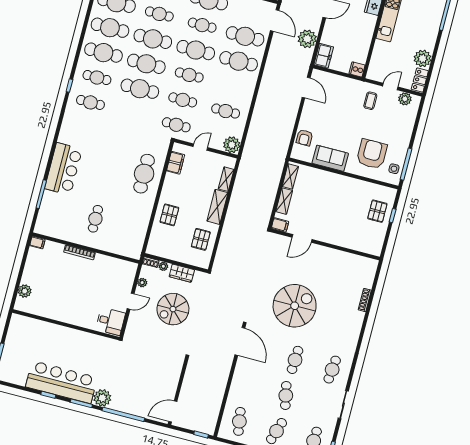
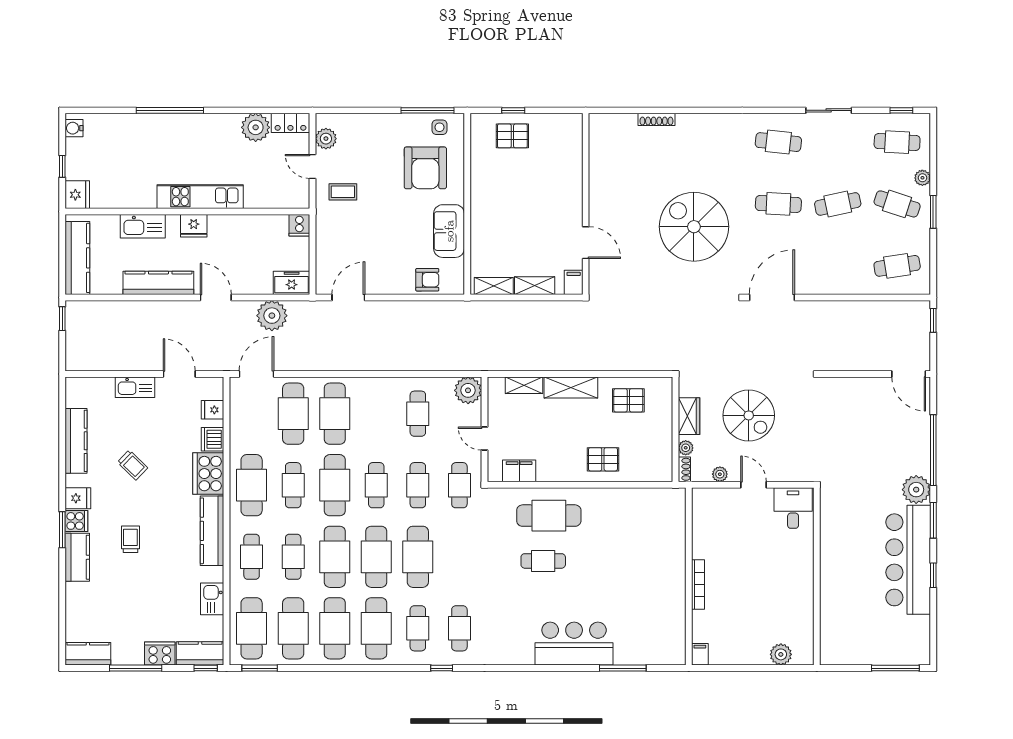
armchair: (372, 154) -> (425, 168), turned -90
cafe table: (95, 219) -> (543, 561), moved

